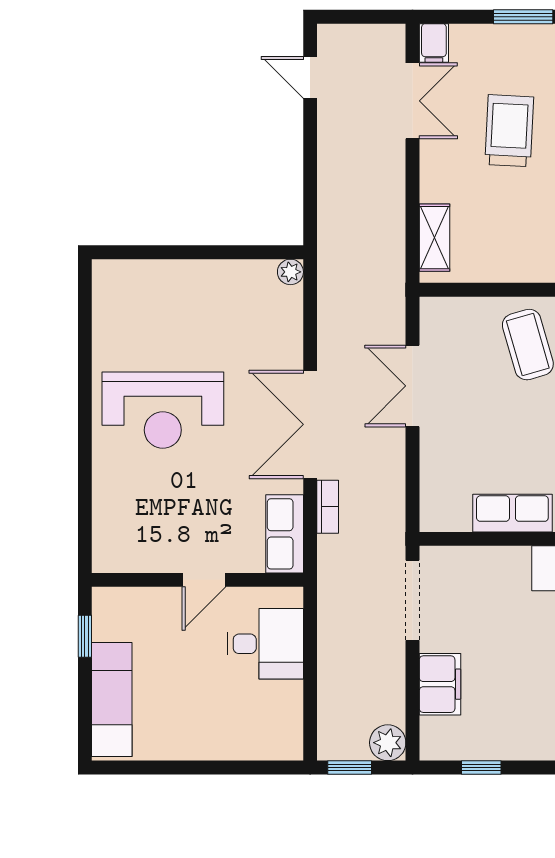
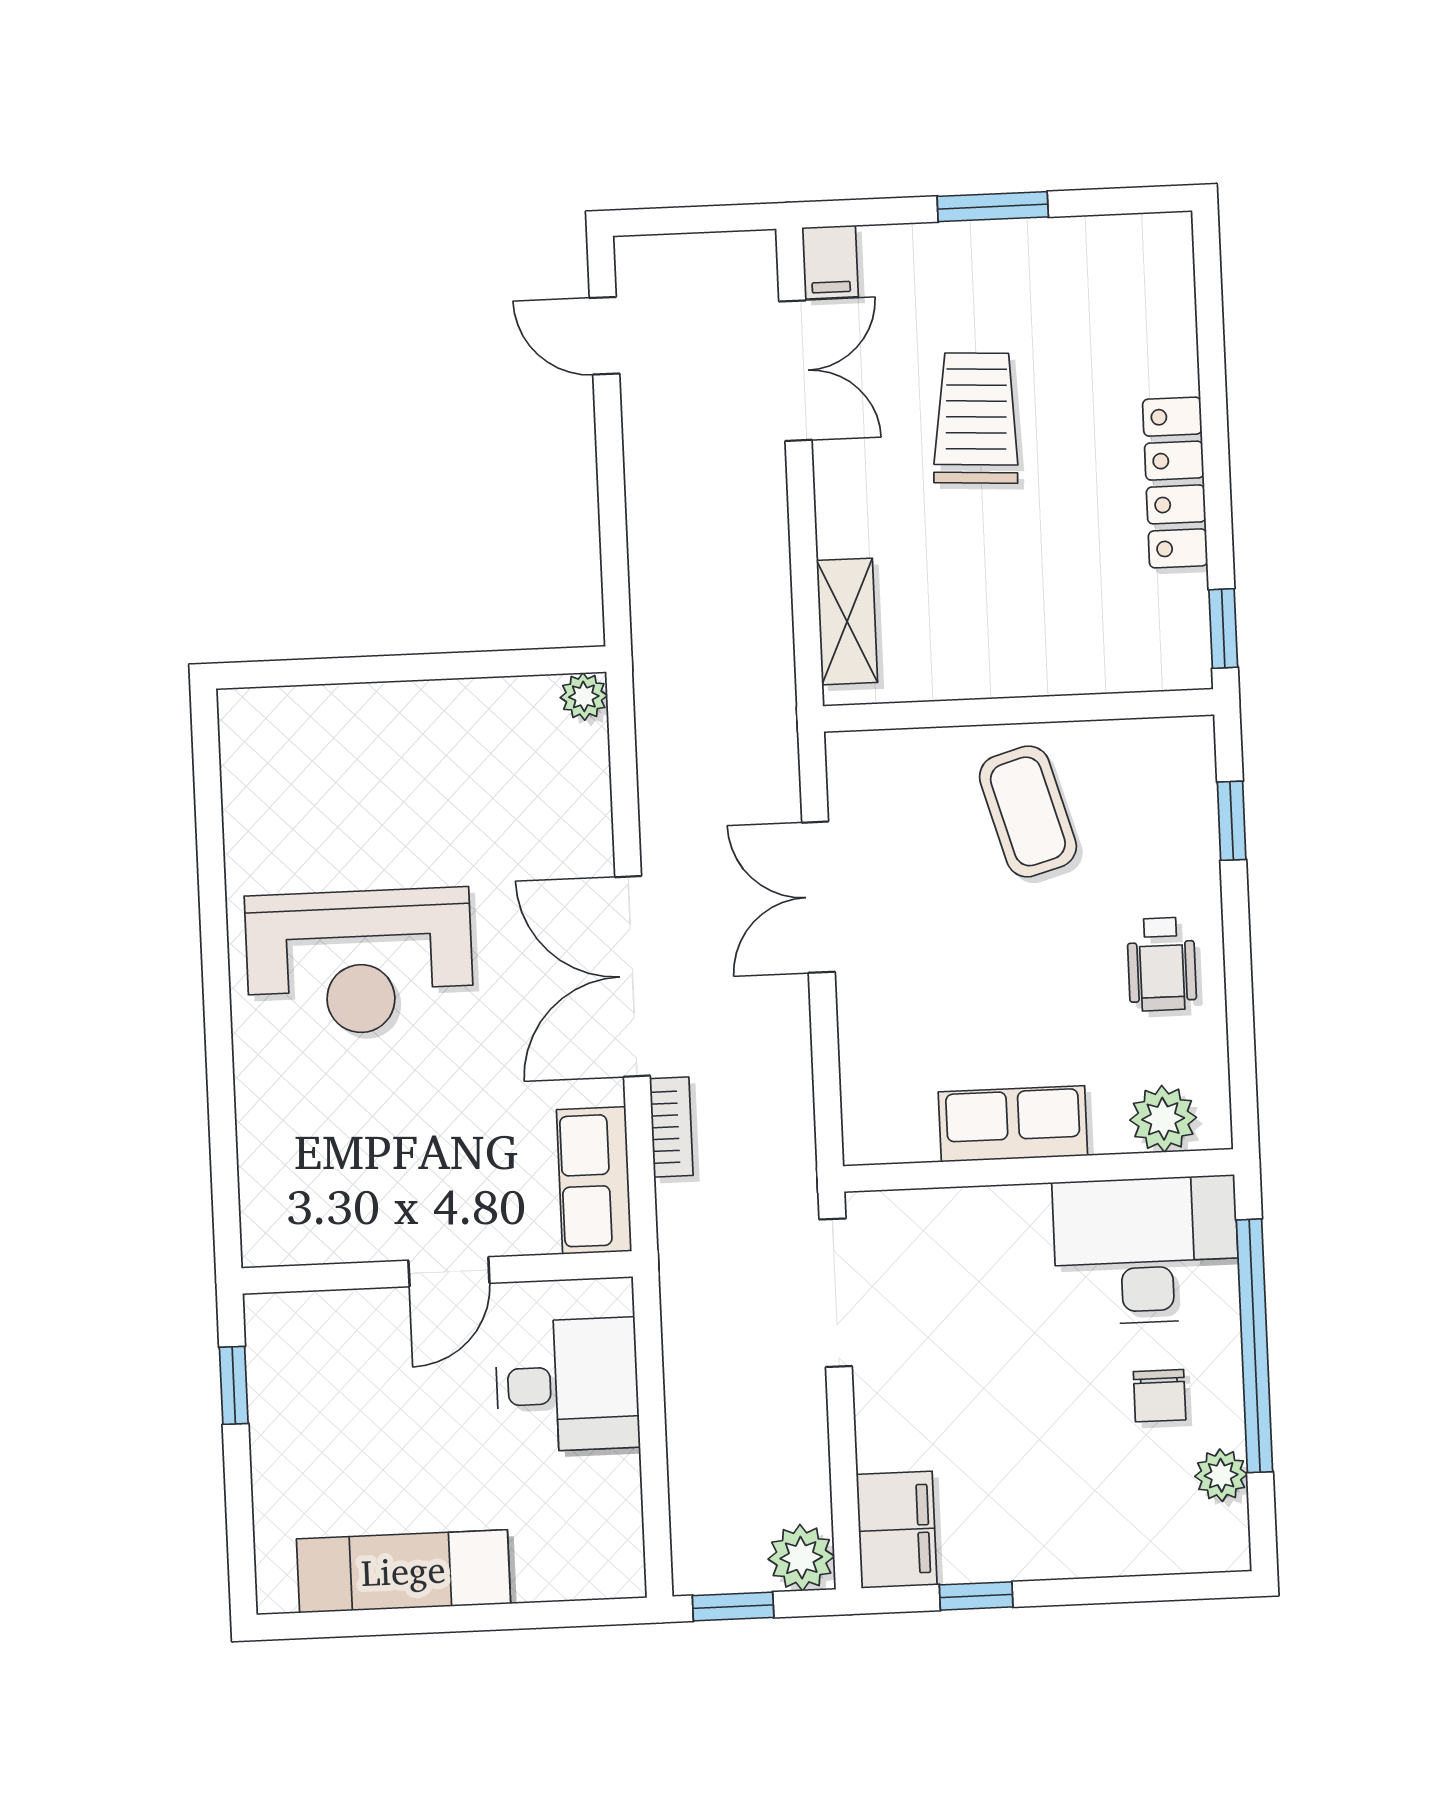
filing cabinet: (440, 684) -> (897, 1530), moved
exam couch: (112, 699) -> (403, 1571), moved, turned -90

